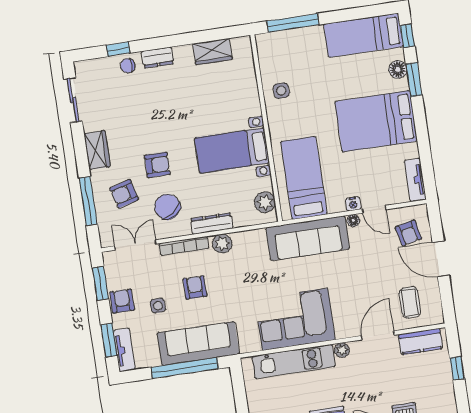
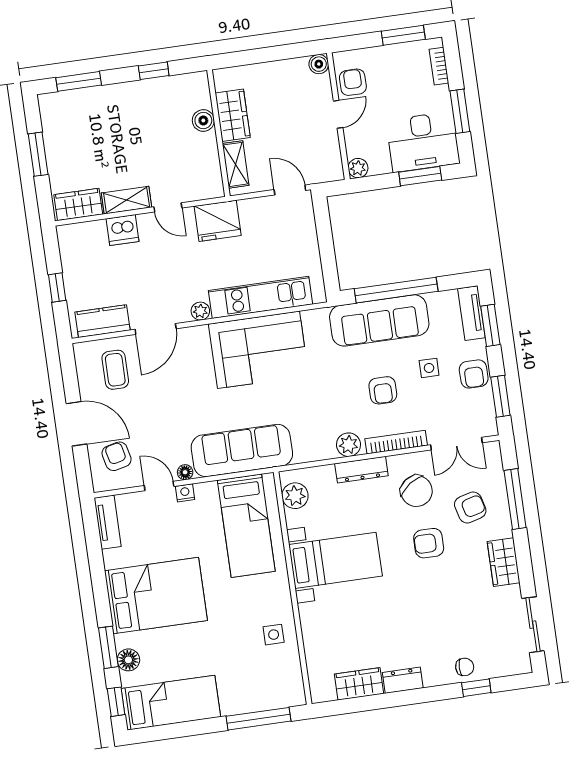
dresser: (158, 58) -> (403, 680), moved

